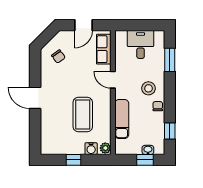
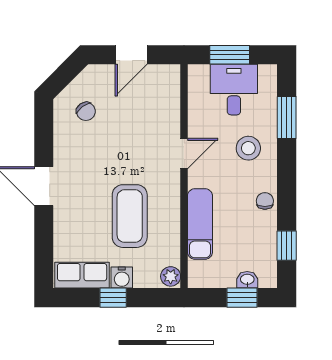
window: (138, 25) -> (230, 55), added
row of seats: (104, 49) -> (82, 275), moved, turned 90
door: (113, 80) -> (184, 153), swing flipped
stool: (149, 88) -> (248, 148), moved
water cooler: (91, 149) -> (122, 277), moved

